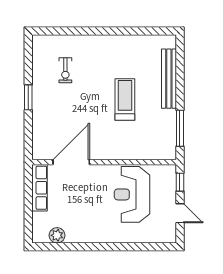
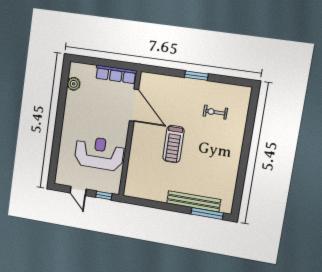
treadmill: (125, 100) -> (173, 144), moved, turned 90
window: (180, 128) -> (207, 213), moved
door: (180, 213) -> (78, 191), hinge flipped

